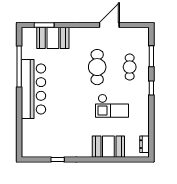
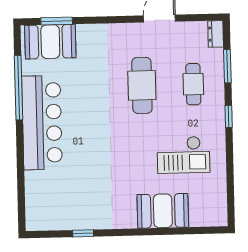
booth: (53, 38) -> (50, 42), moved
checkout: (112, 106) -> (183, 155), moved
dresser: (145, 144) -> (216, 34), moved

